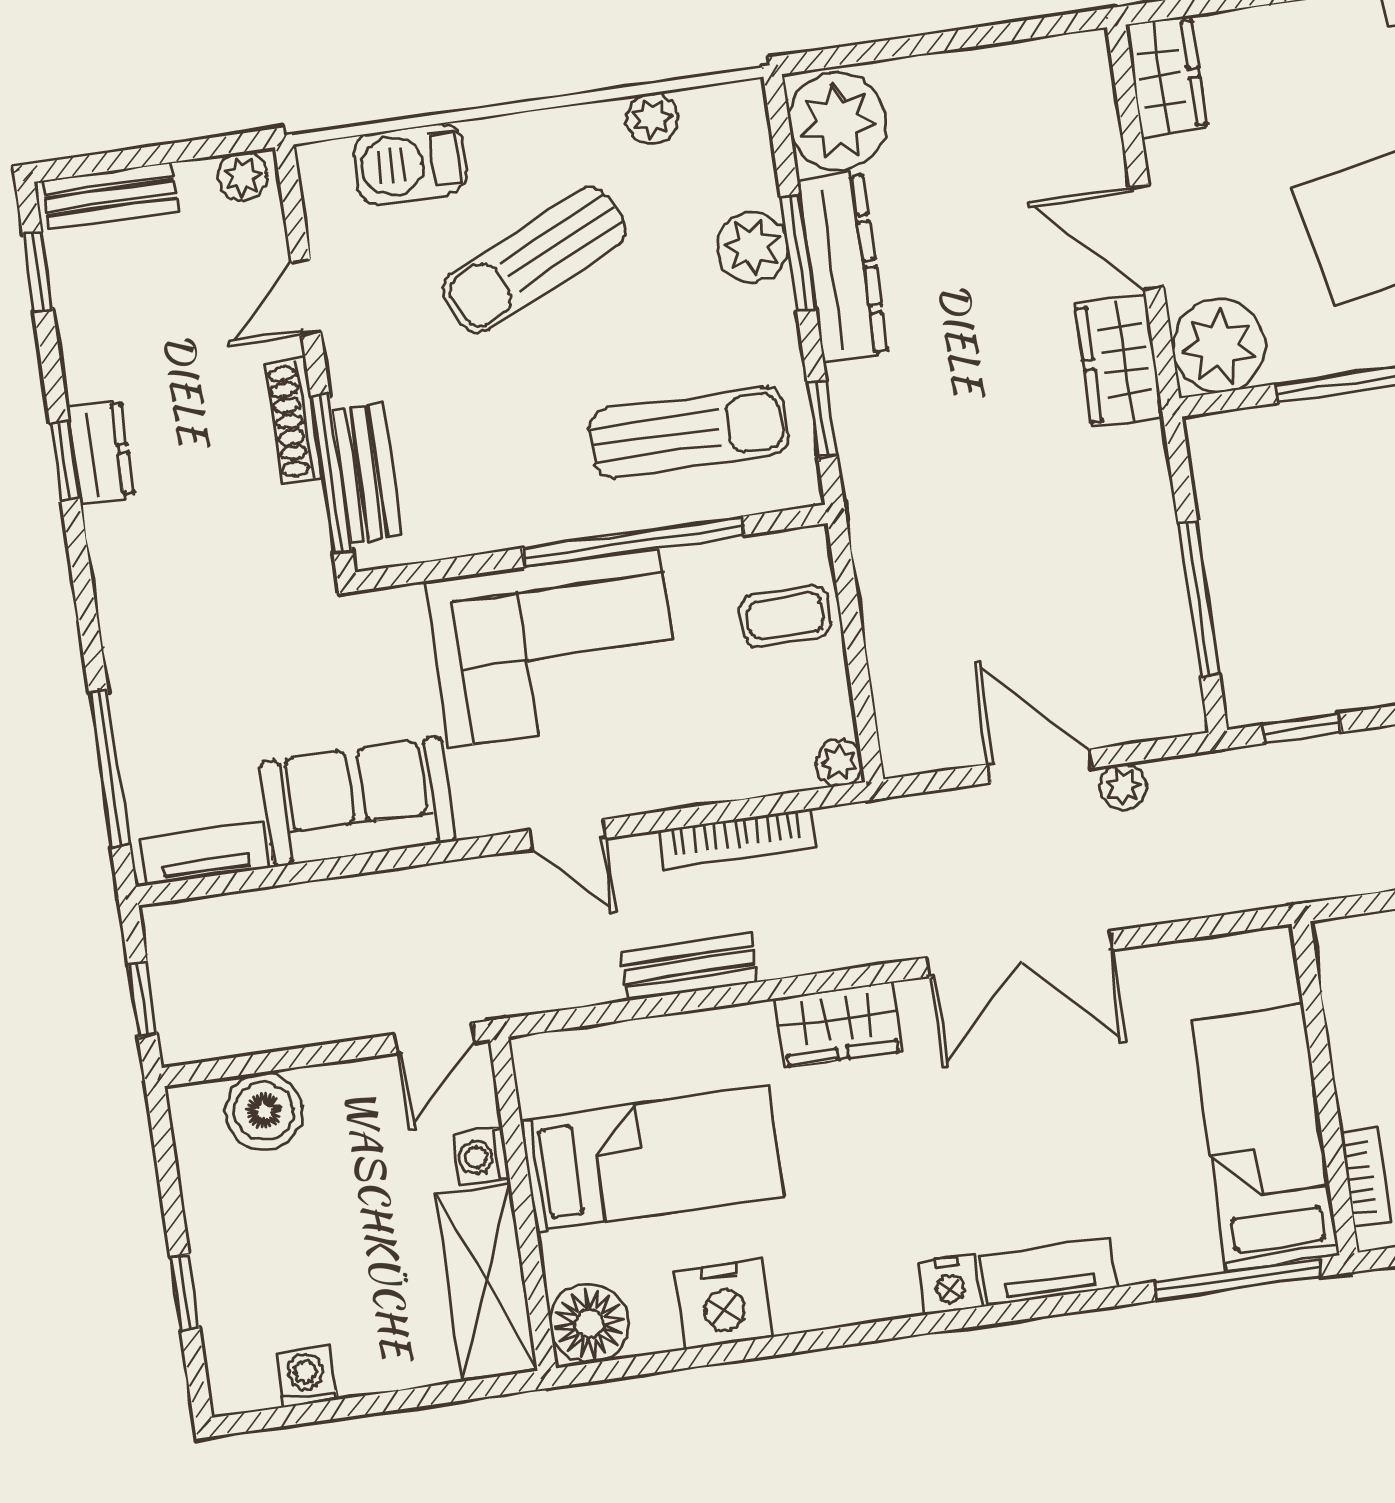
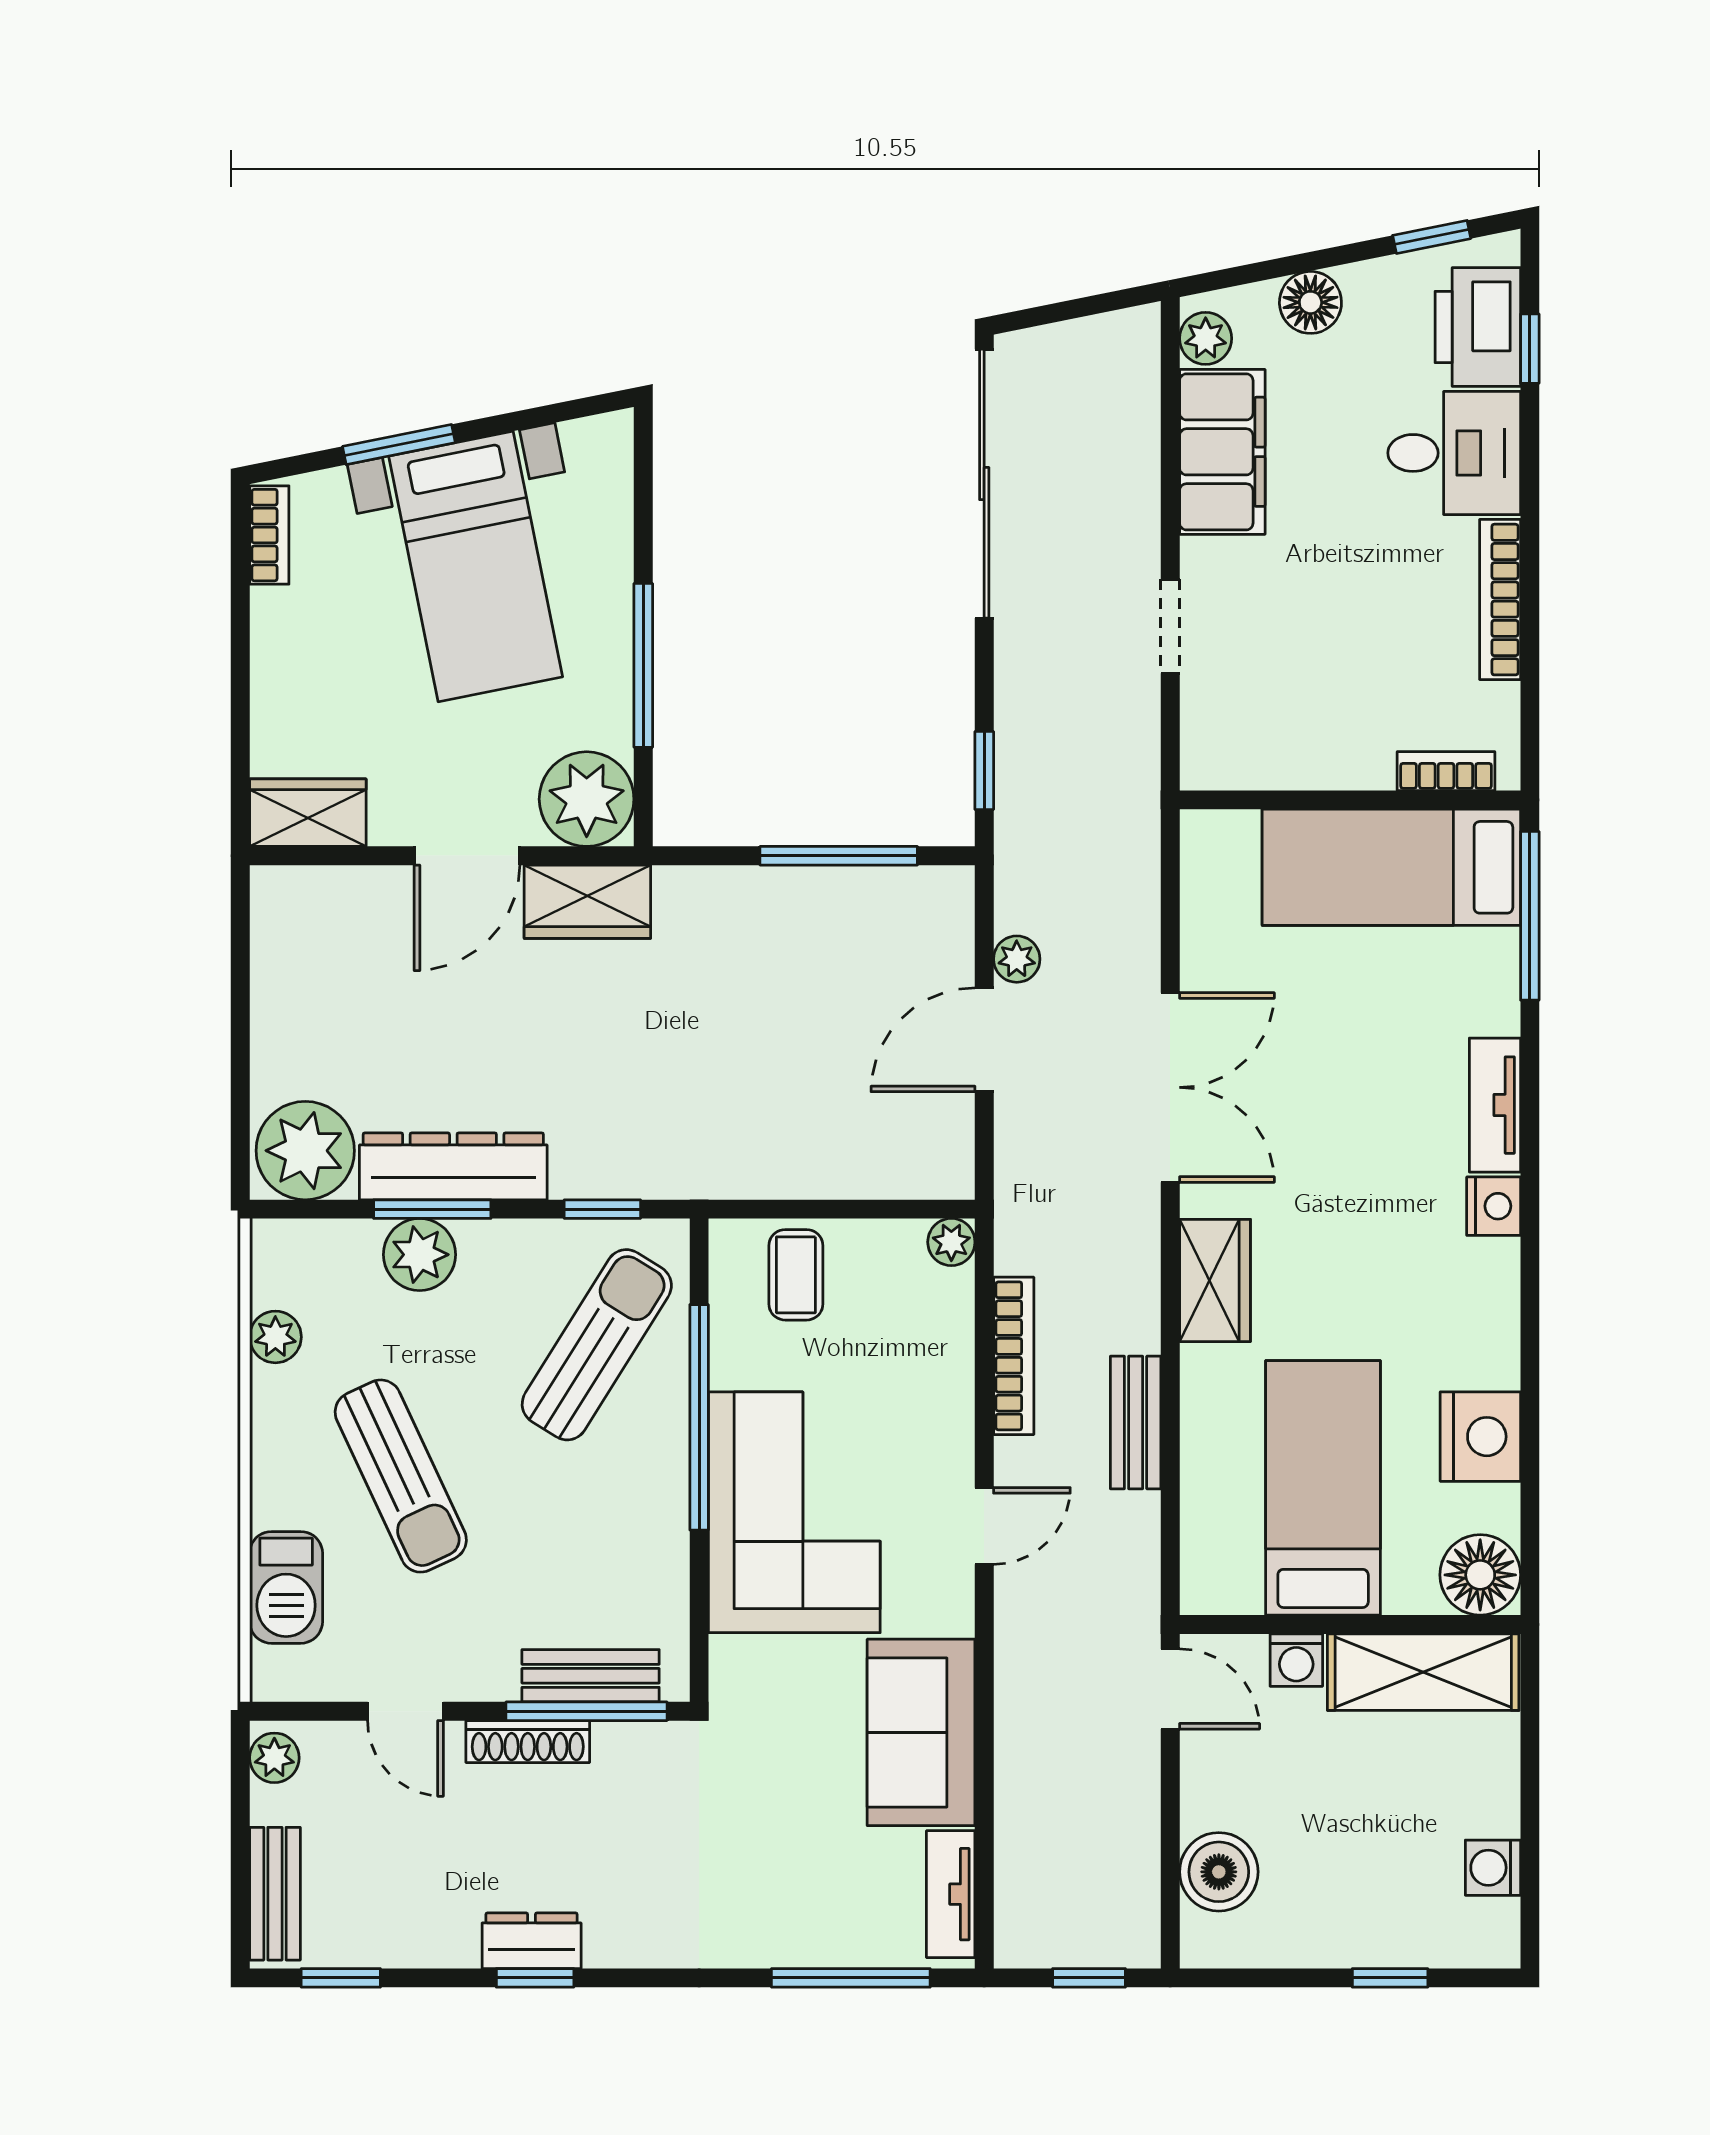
sun lounger: (689, 432) -> (597, 1345), turned 32

